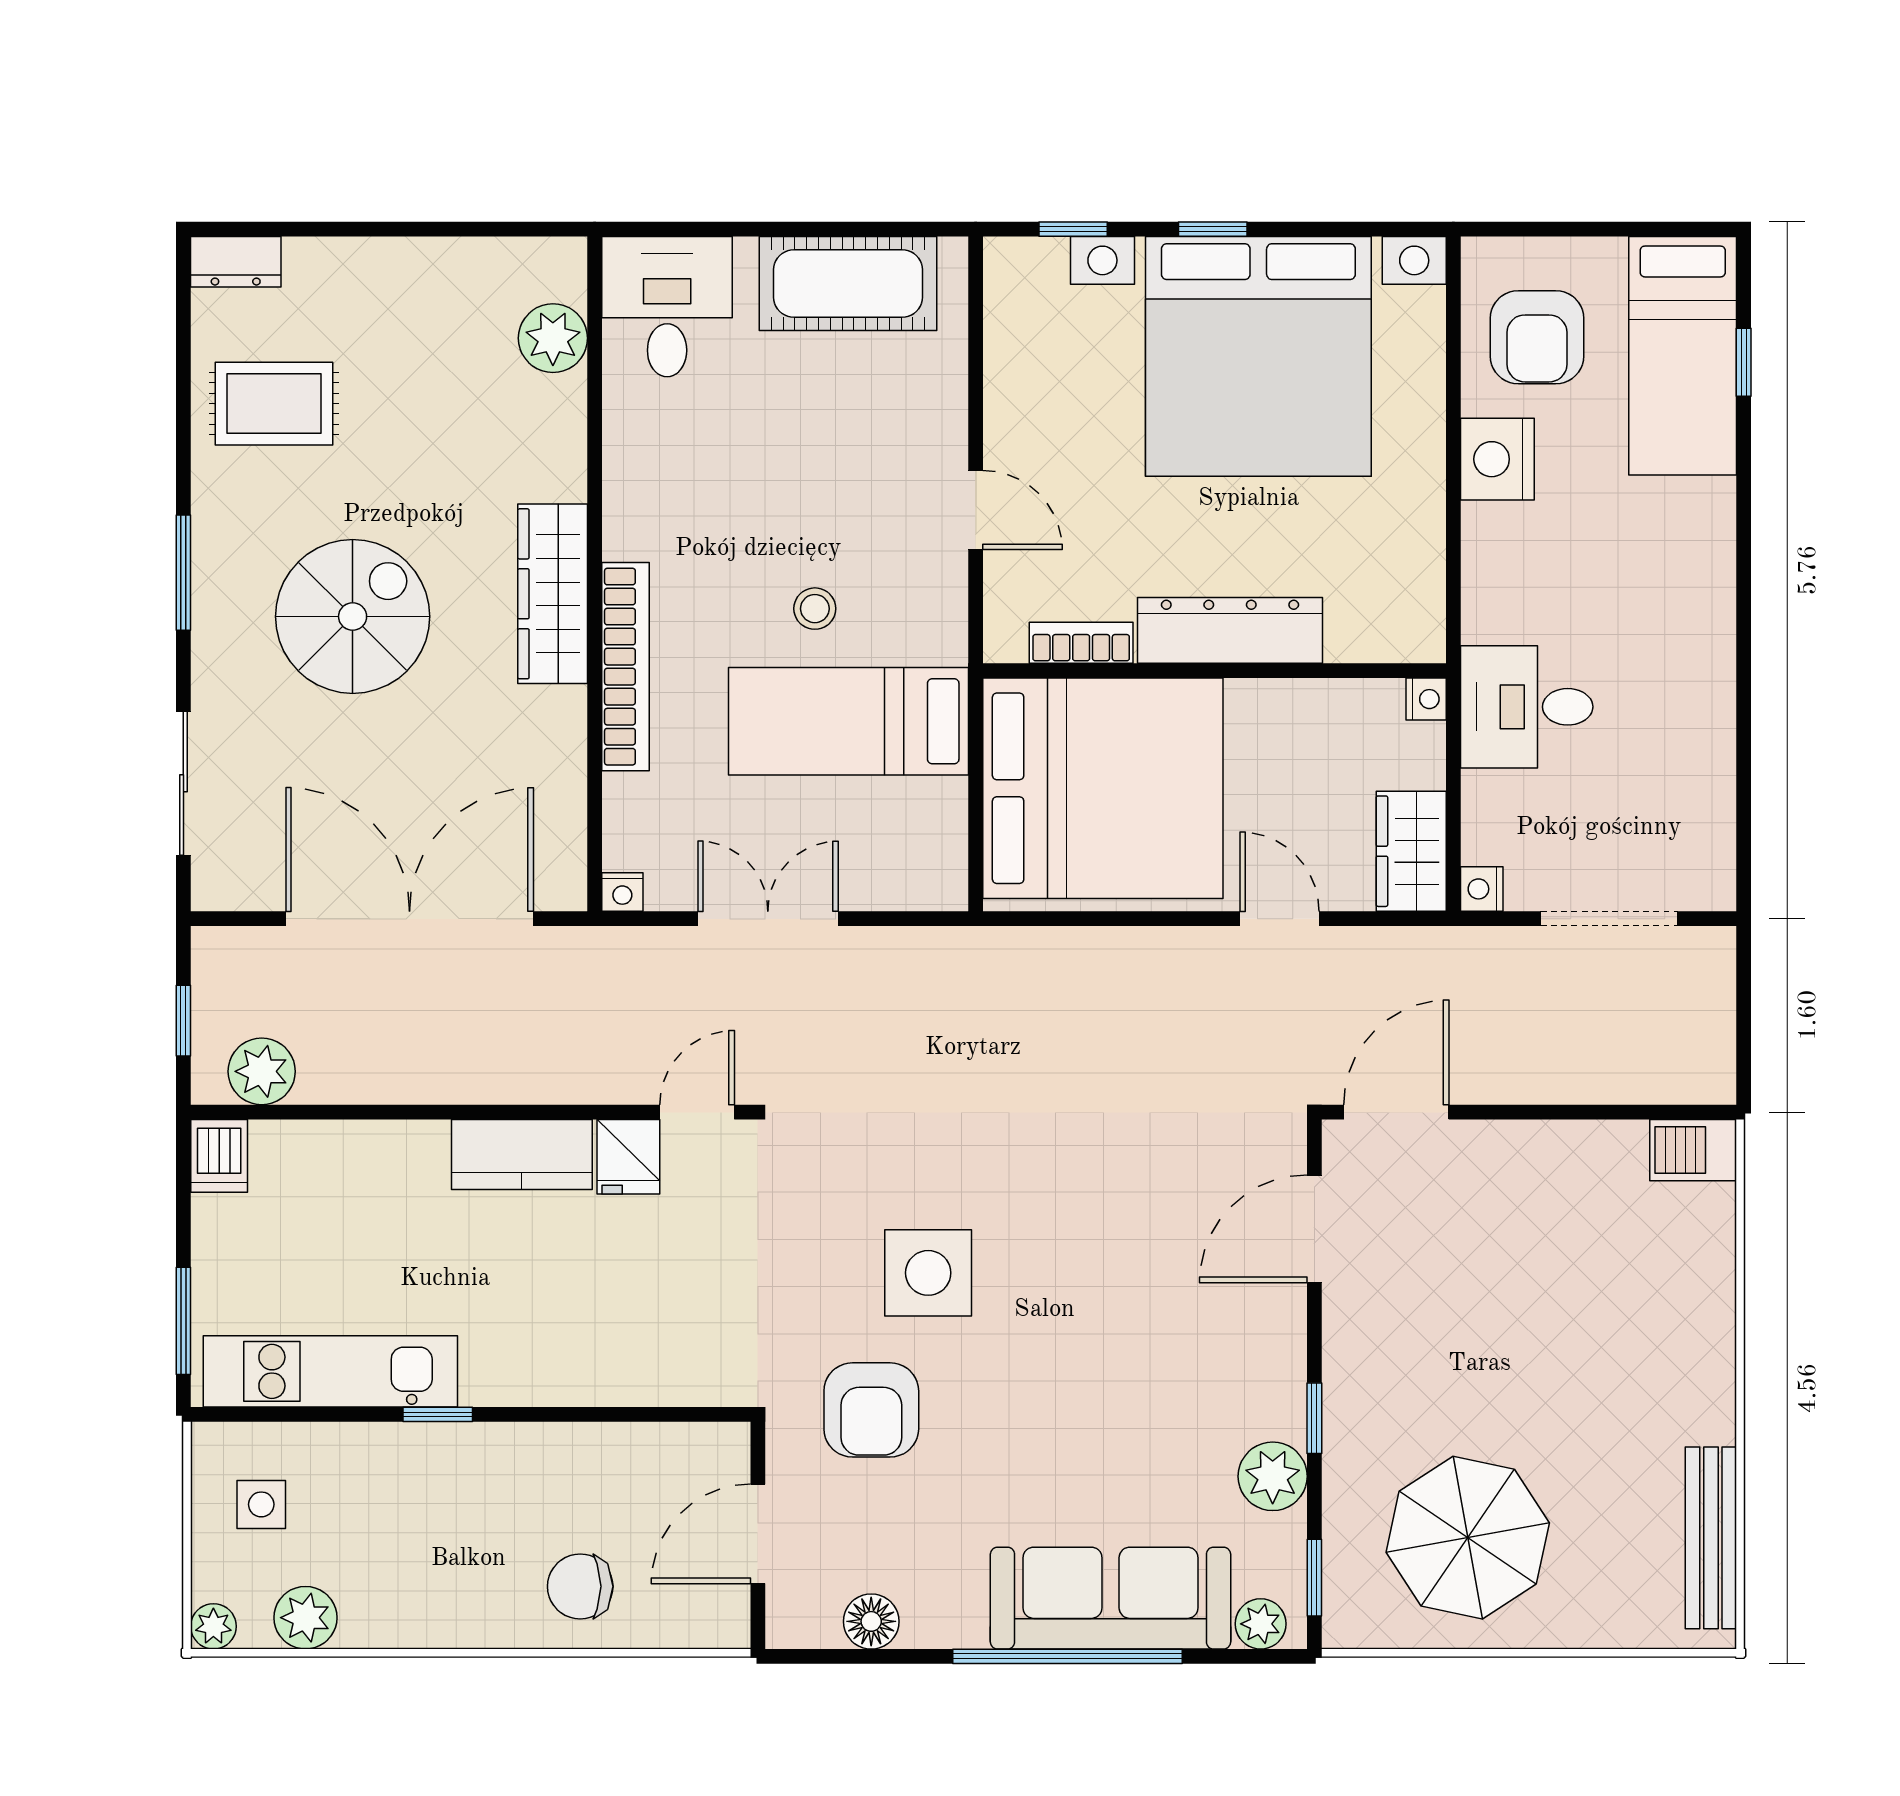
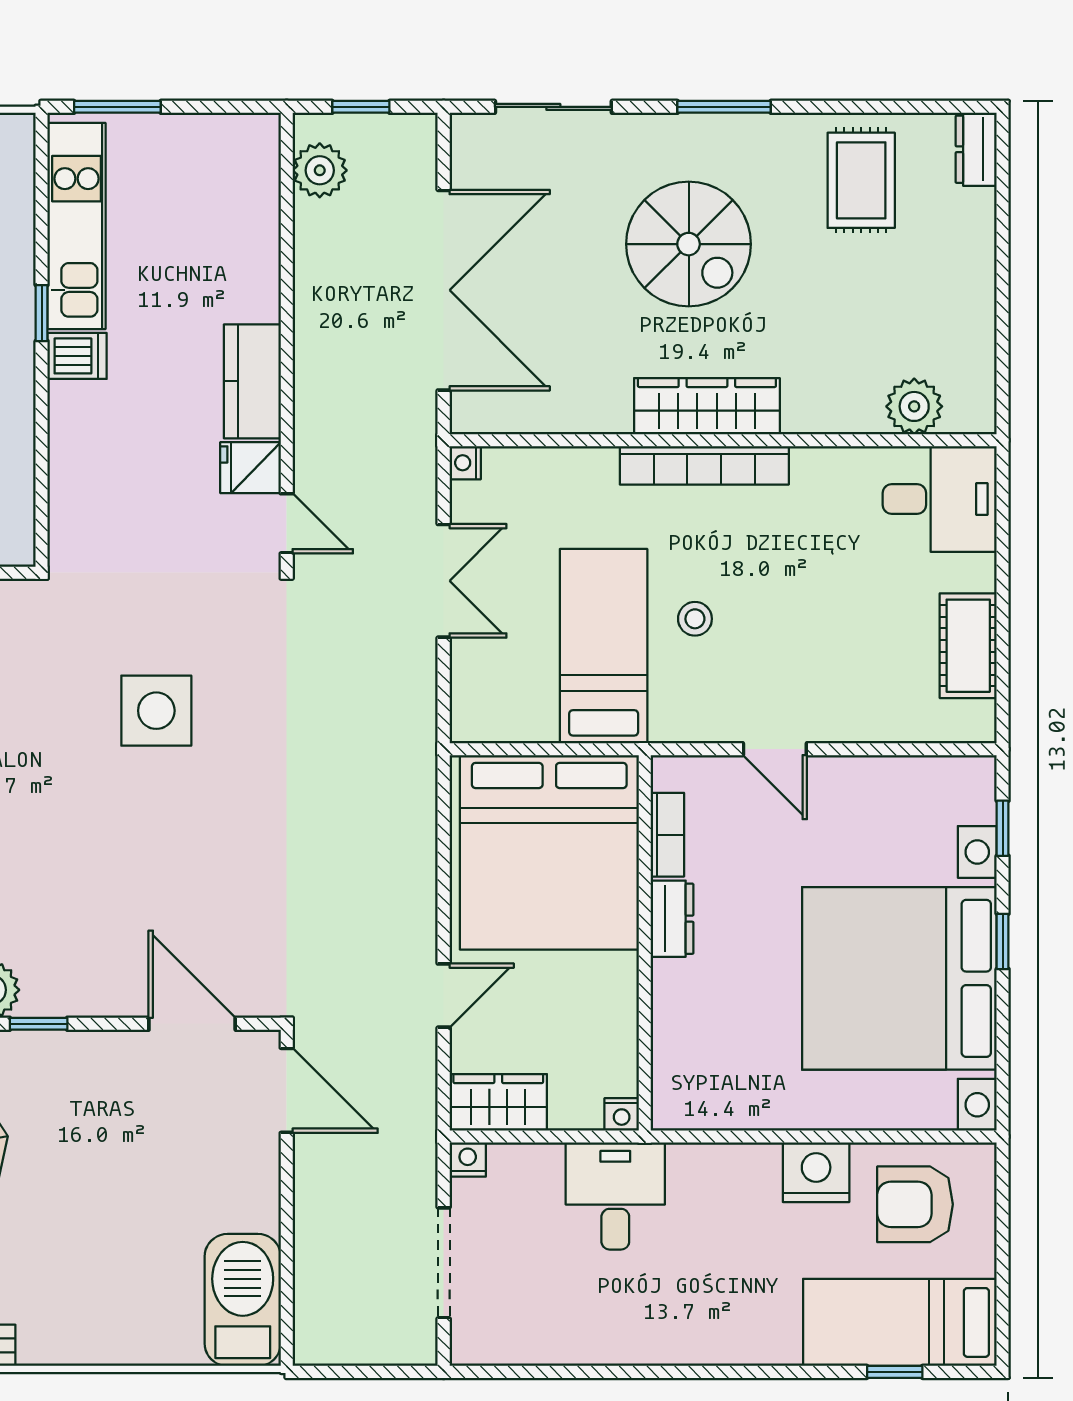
cot: (848, 283) -> (968, 646), width x0.73, depth x0.75
door: (976, 510) -> (775, 749), hinge flipped
dresser: (1230, 630) -> (672, 919), width x0.51, depth x0.80
bookcase: (626, 667) -> (704, 465), moved
barbecue: (1693, 1150) -> (243, 1300), width x1.88, depth x1.53
dishwasher: (219, 1156) -> (77, 356), moved, turned 180
armchair: (871, 1410) -> (45, 665), removed

